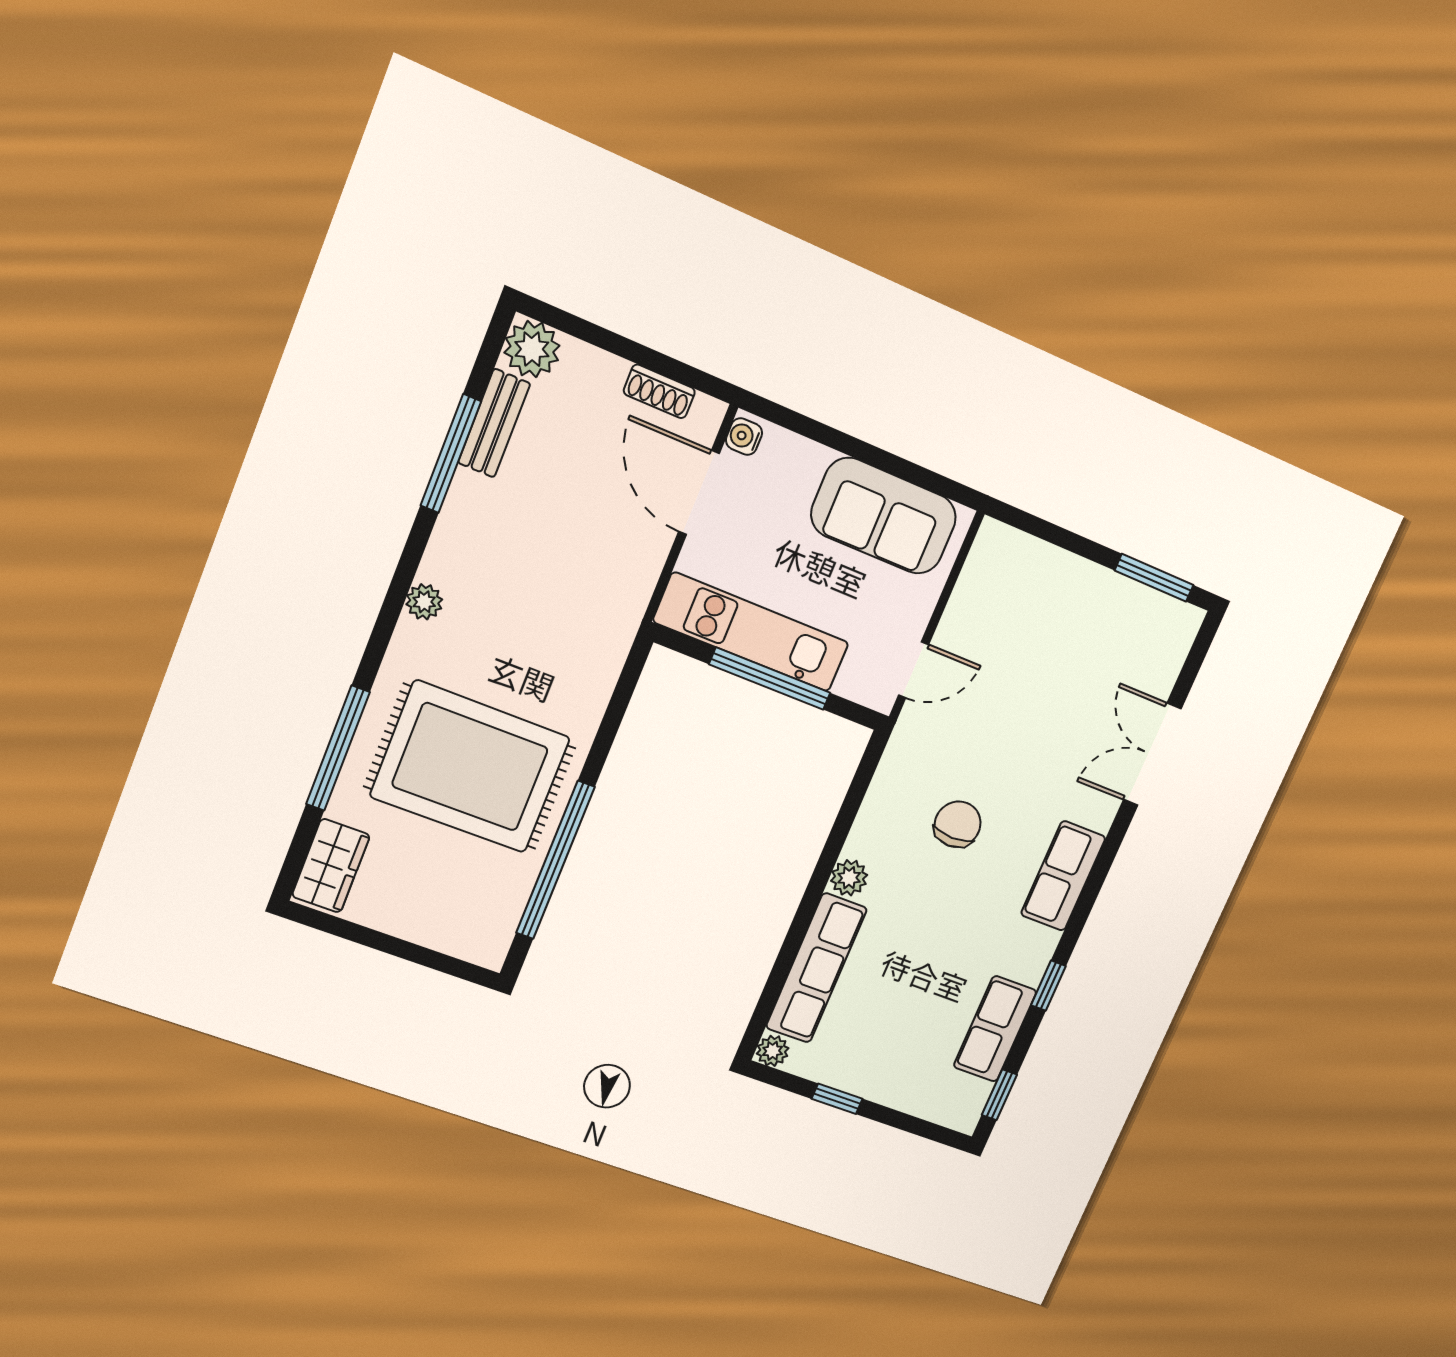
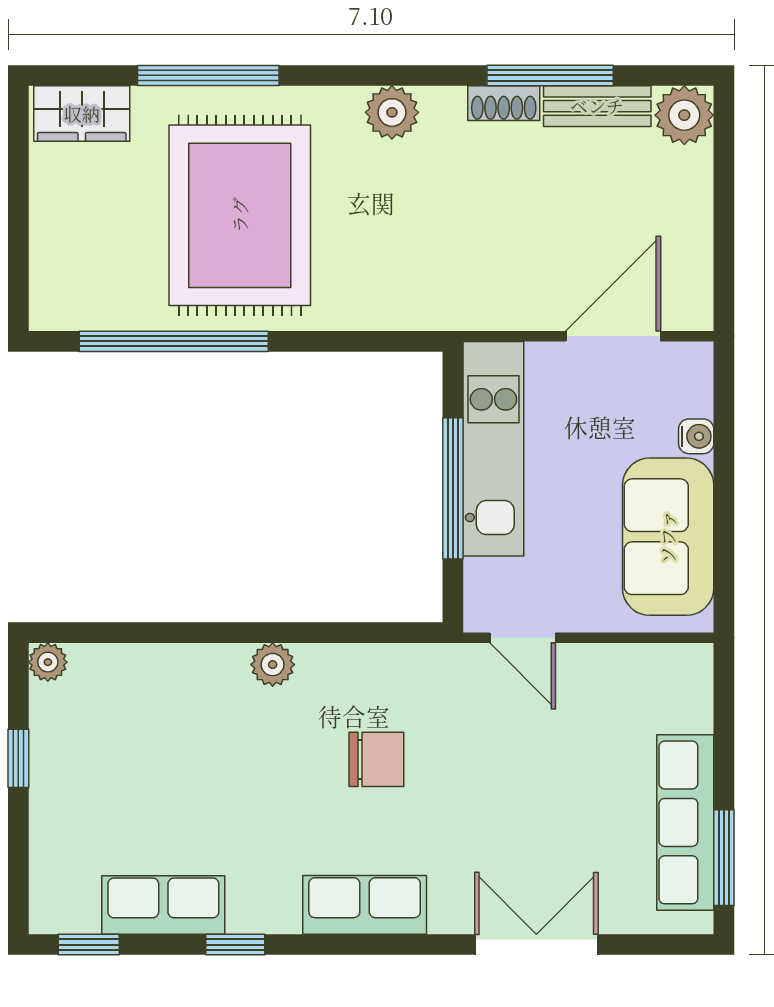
shoe rack: (659, 391) -> (504, 103), moved, turned -90
water cooler: (744, 437) -> (696, 436), moved, turned 90
plant: (424, 602) -> (392, 112), width x1.38, depth x1.38
row of seats: (816, 968) -> (685, 822), moved, turned 90

